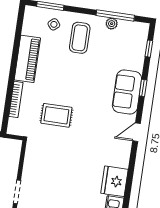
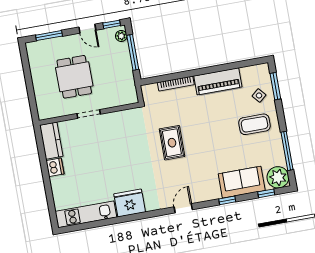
plant: (112, 24) -> (278, 177), moved, width x1.87, depth x1.87
sofa: (127, 92) -> (242, 182), moved
rug: (56, 115) -> (172, 143), moved
door: (137, 132) -> (183, 208), hinge flipped

